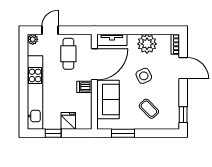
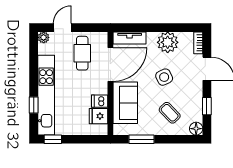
dishwasher: (84, 87) -> (100, 101), moved
window: (24, 101) -> (34, 105), added
window: (183, 115) -> (207, 106), moved
fridge: (68, 121) -> (99, 116), moved, turned -90
floor lamp: (173, 123) -> (196, 129), added
window: (53, 133) -> (53, 139), moved

